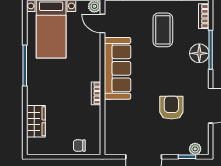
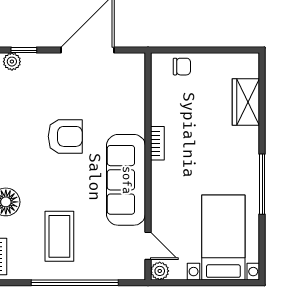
armchair: (171, 108) -> (65, 136), moved, turned -90

